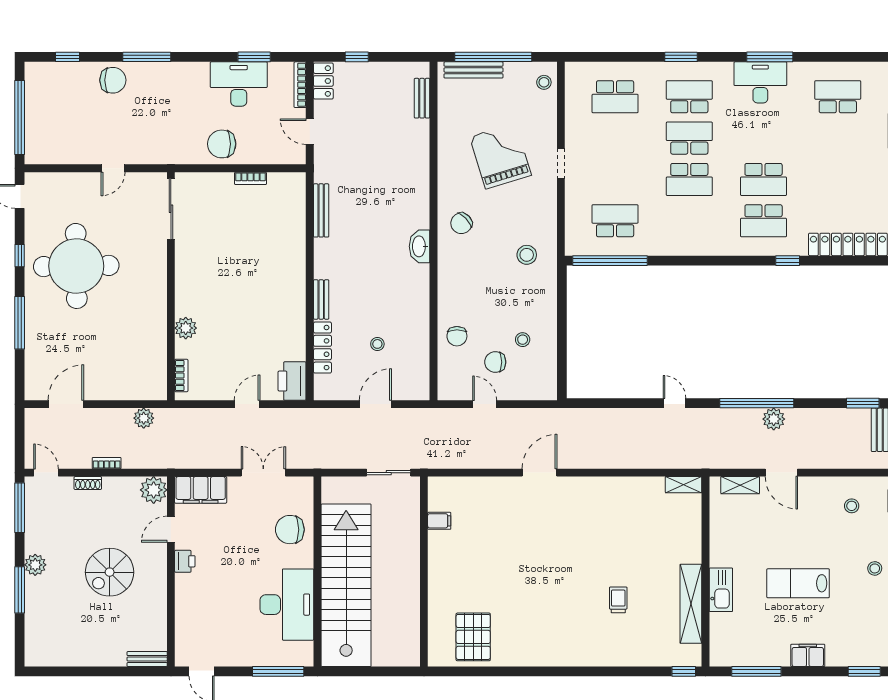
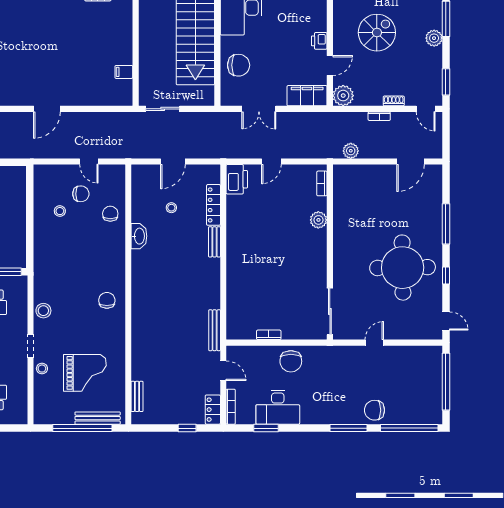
window: (68, 57) -> (409, 428), width x3.17
stool: (544, 82) -> (42, 369), moved
chair: (222, 144) -> (291, 361), turned 90
grand piano: (500, 156) -> (85, 373), moved, turned -73
bench: (321, 210) -> (215, 330), moved
chair: (461, 223) -> (107, 300), turned -46
washbasin: (420, 246) -> (139, 236), moved
stool: (527, 255) -> (43, 311), moved
window: (20, 508) -> (446, 82), width x0.69

